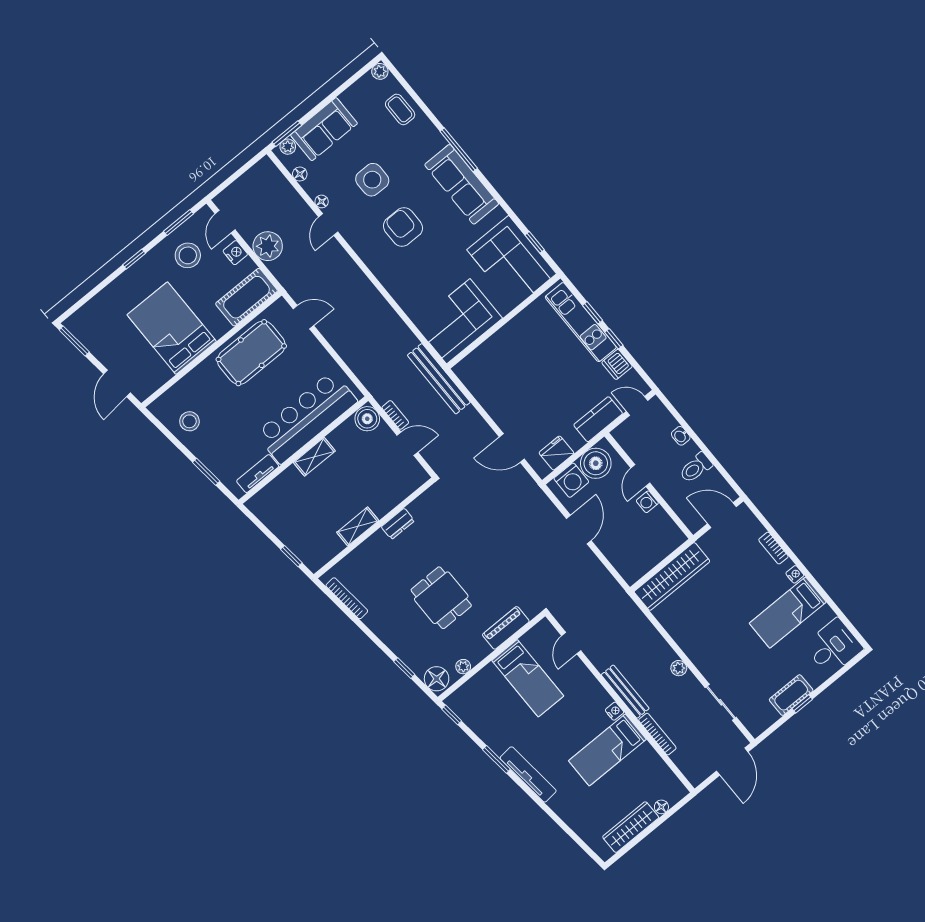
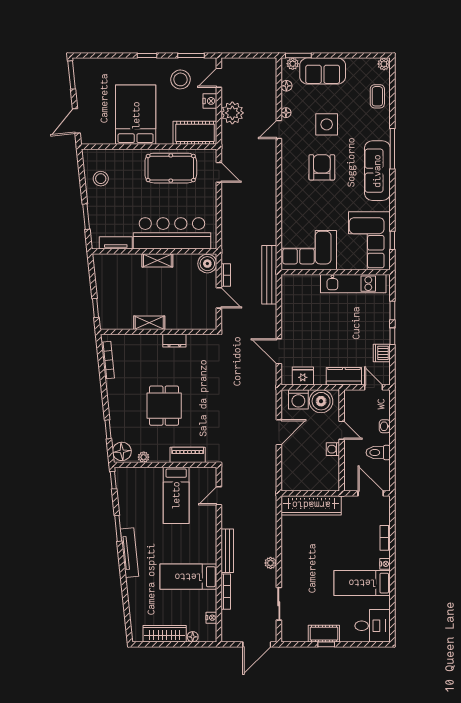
kitchen unit: (581, 322) -> (353, 284), moved, turned -90
door: (640, 476) -> (342, 430), swing flipped
nightstand: (614, 711) -> (211, 618), moved

